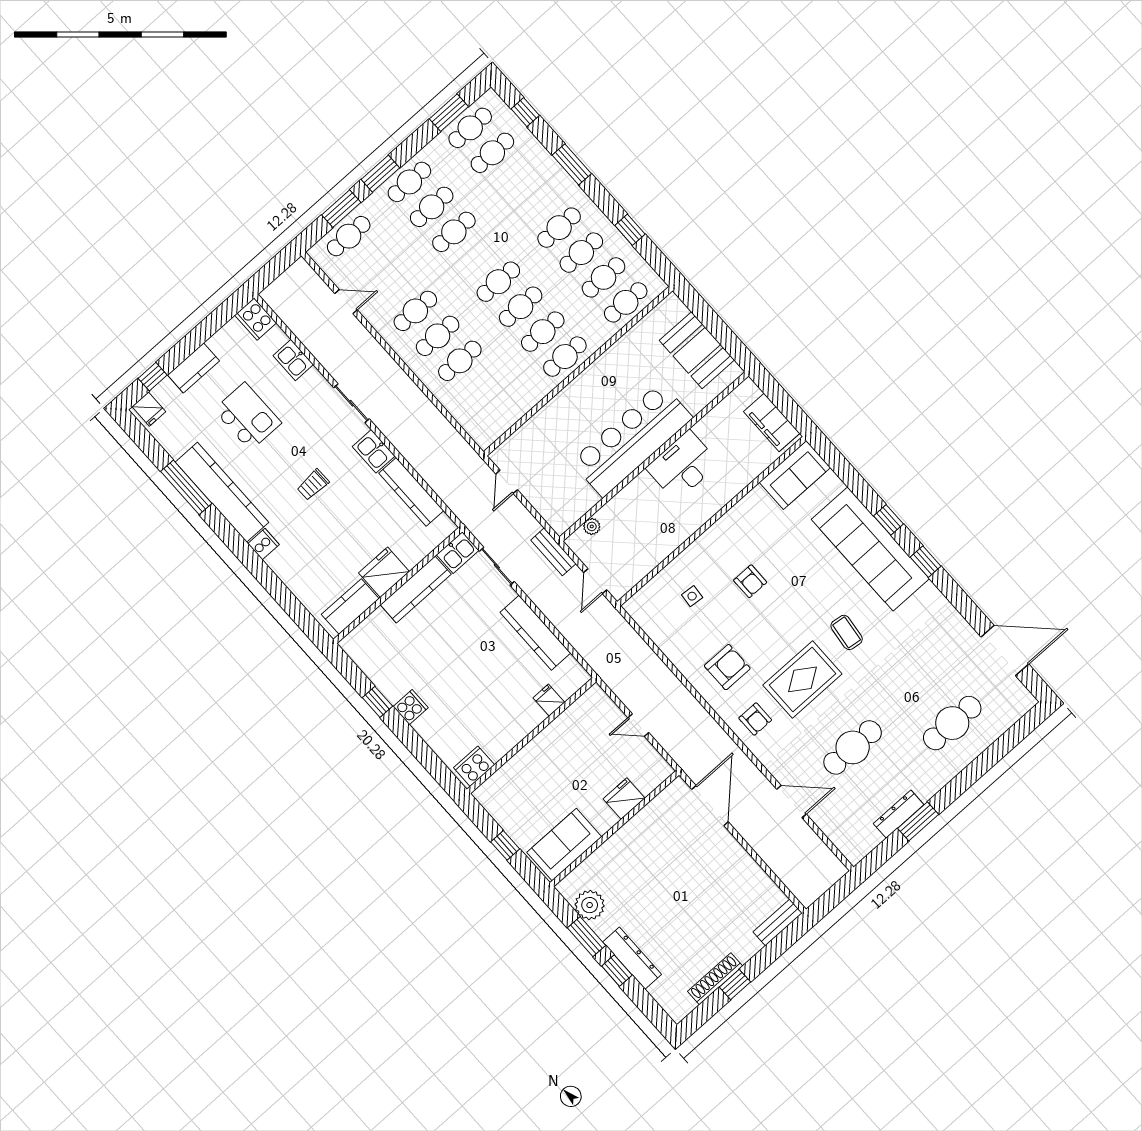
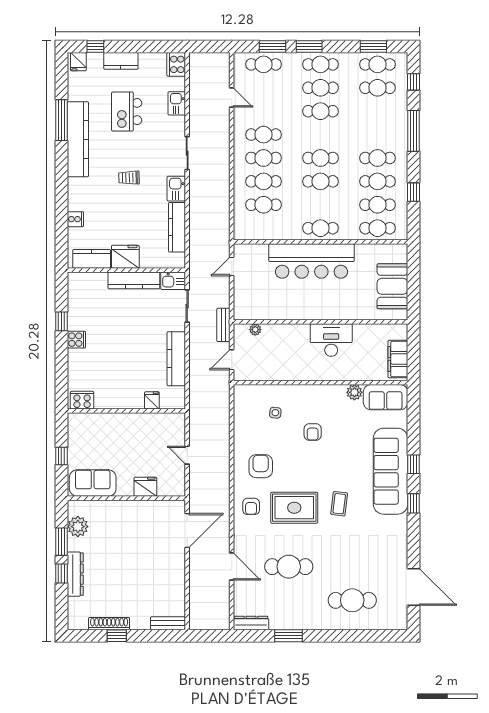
window: (572, 164) -> (414, 131), width x1.44
cafe table: (543, 332) -> (263, 205), moved
kitchen island: (248, 416) -> (127, 112), turned 180
bar counter: (632, 440) -> (312, 261), moved, turned 180
plant: (757, 499) -> (354, 392), added
cooker: (263, 544) -> (75, 219), moved
armchair: (727, 667) -> (261, 466), turned -90
dresser: (899, 814) -> (251, 623), moved

